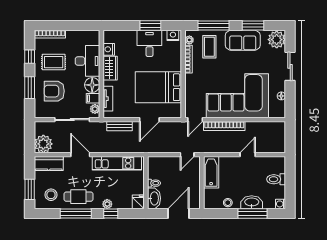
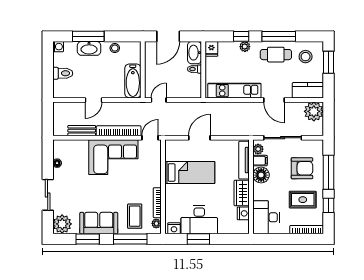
desk: (149, 43) -> (199, 220), width x1.37
desk: (88, 61) -> (266, 217), moved
bed: (158, 87) -> (190, 172), width x0.67
window: (30, 88) -> (329, 172), width x1.44
corner sofa: (237, 96) -> (113, 157), width x0.73, depth x0.74
tv unit: (108, 99) -> (244, 160), width x1.41
bench: (119, 126) -> (82, 131), moved

